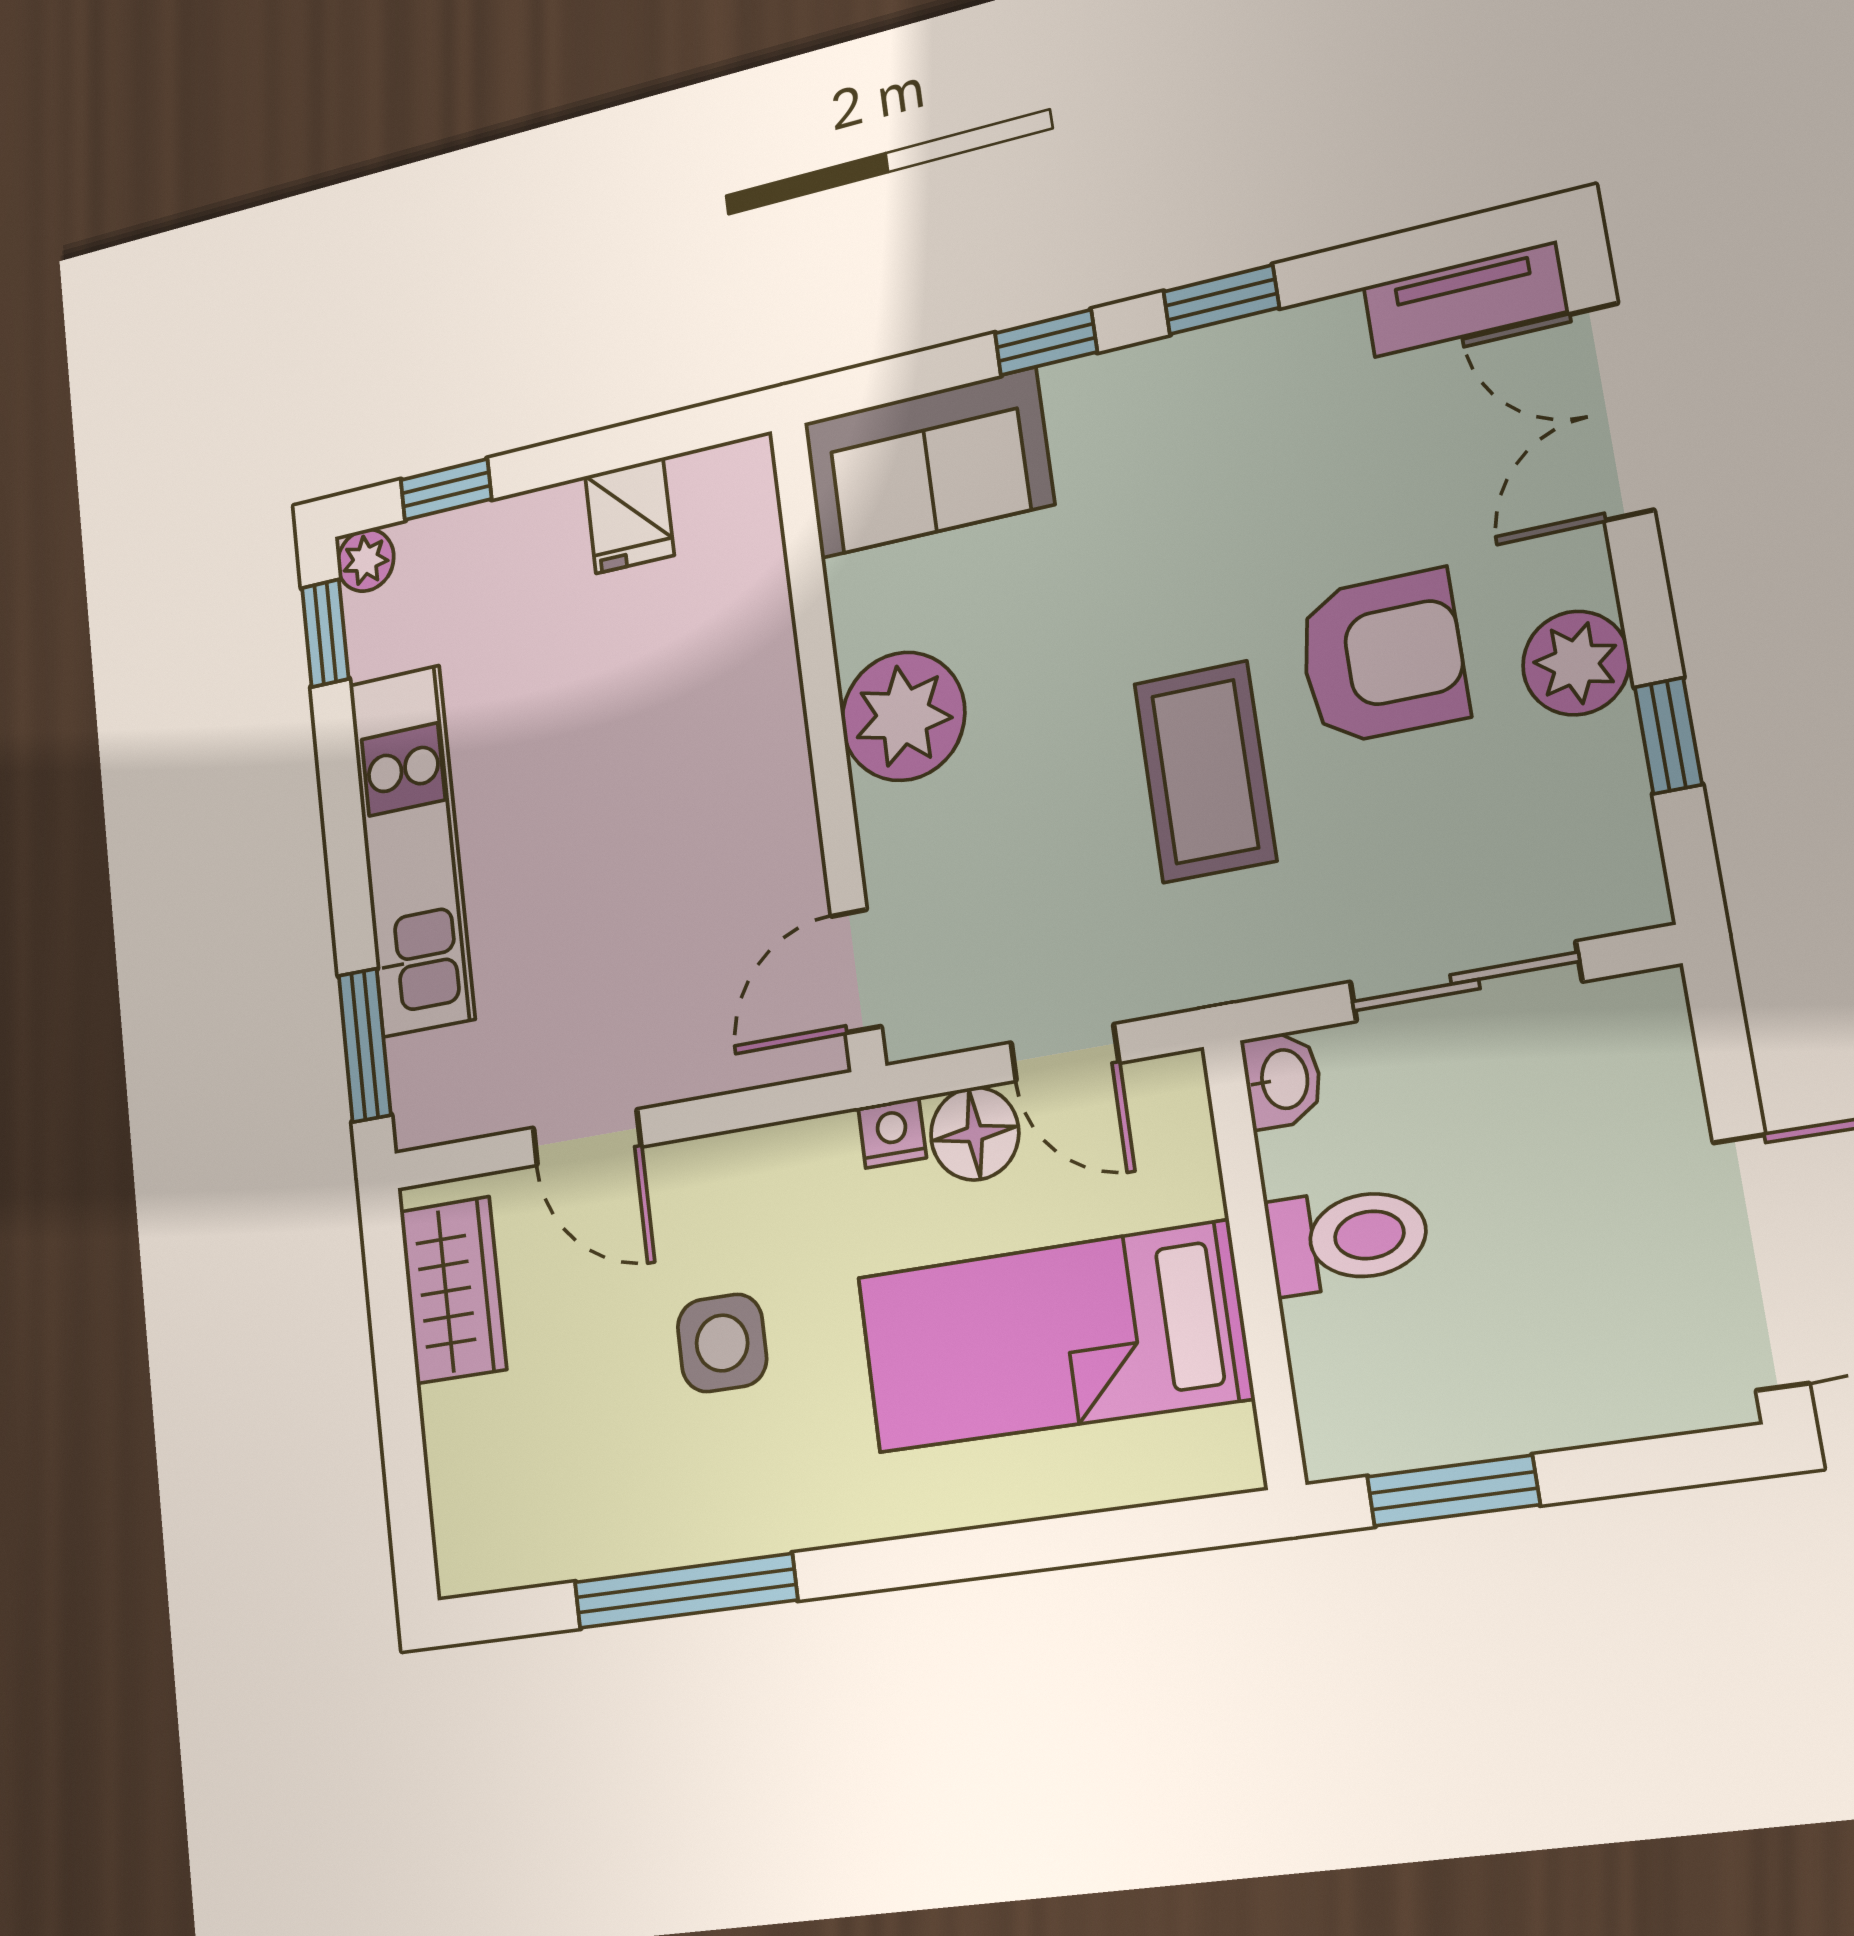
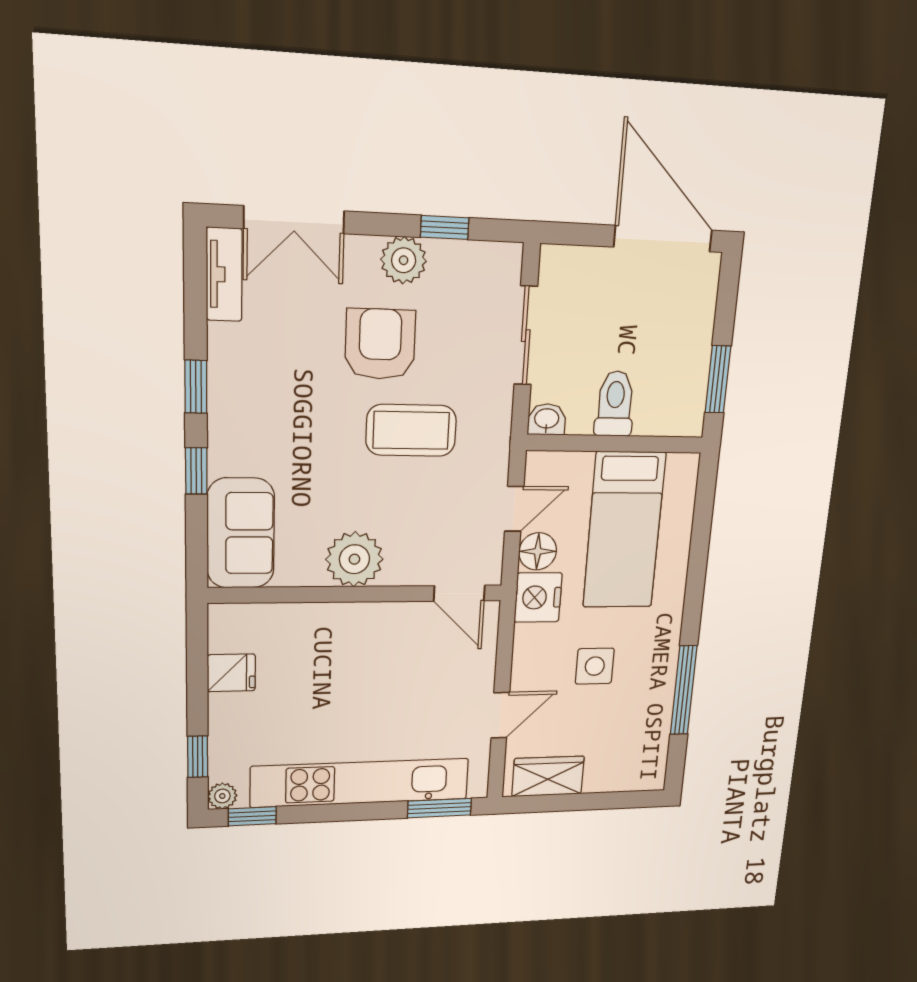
kitchen unit: (411, 850) -> (360, 783), width x1.36
nightstand: (892, 1132) -> (538, 597), width x1.89, depth x1.79

